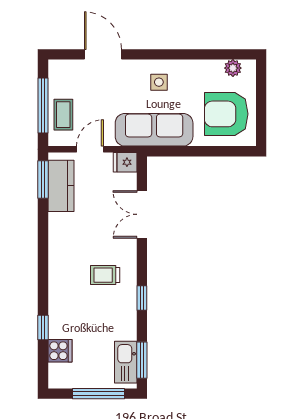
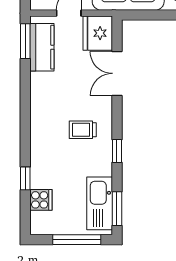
fridge: (125, 162) -> (98, 33), width x1.88, depth x1.34
kitchen sink: (126, 362) -> (100, 203), width x1.36, depth x1.24

